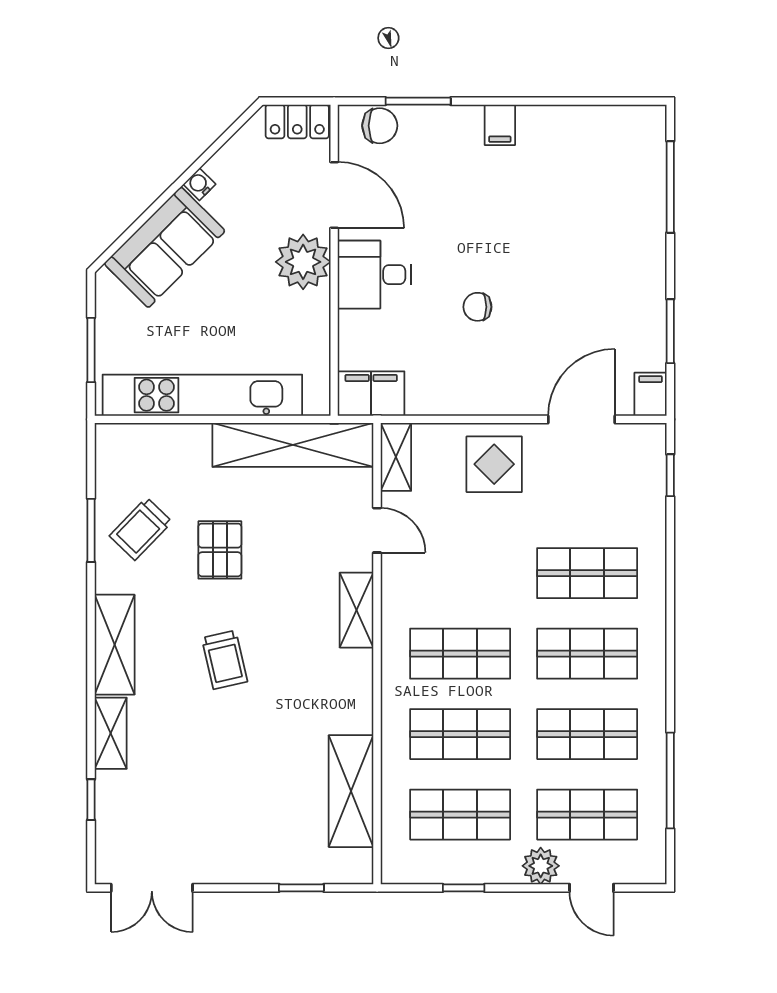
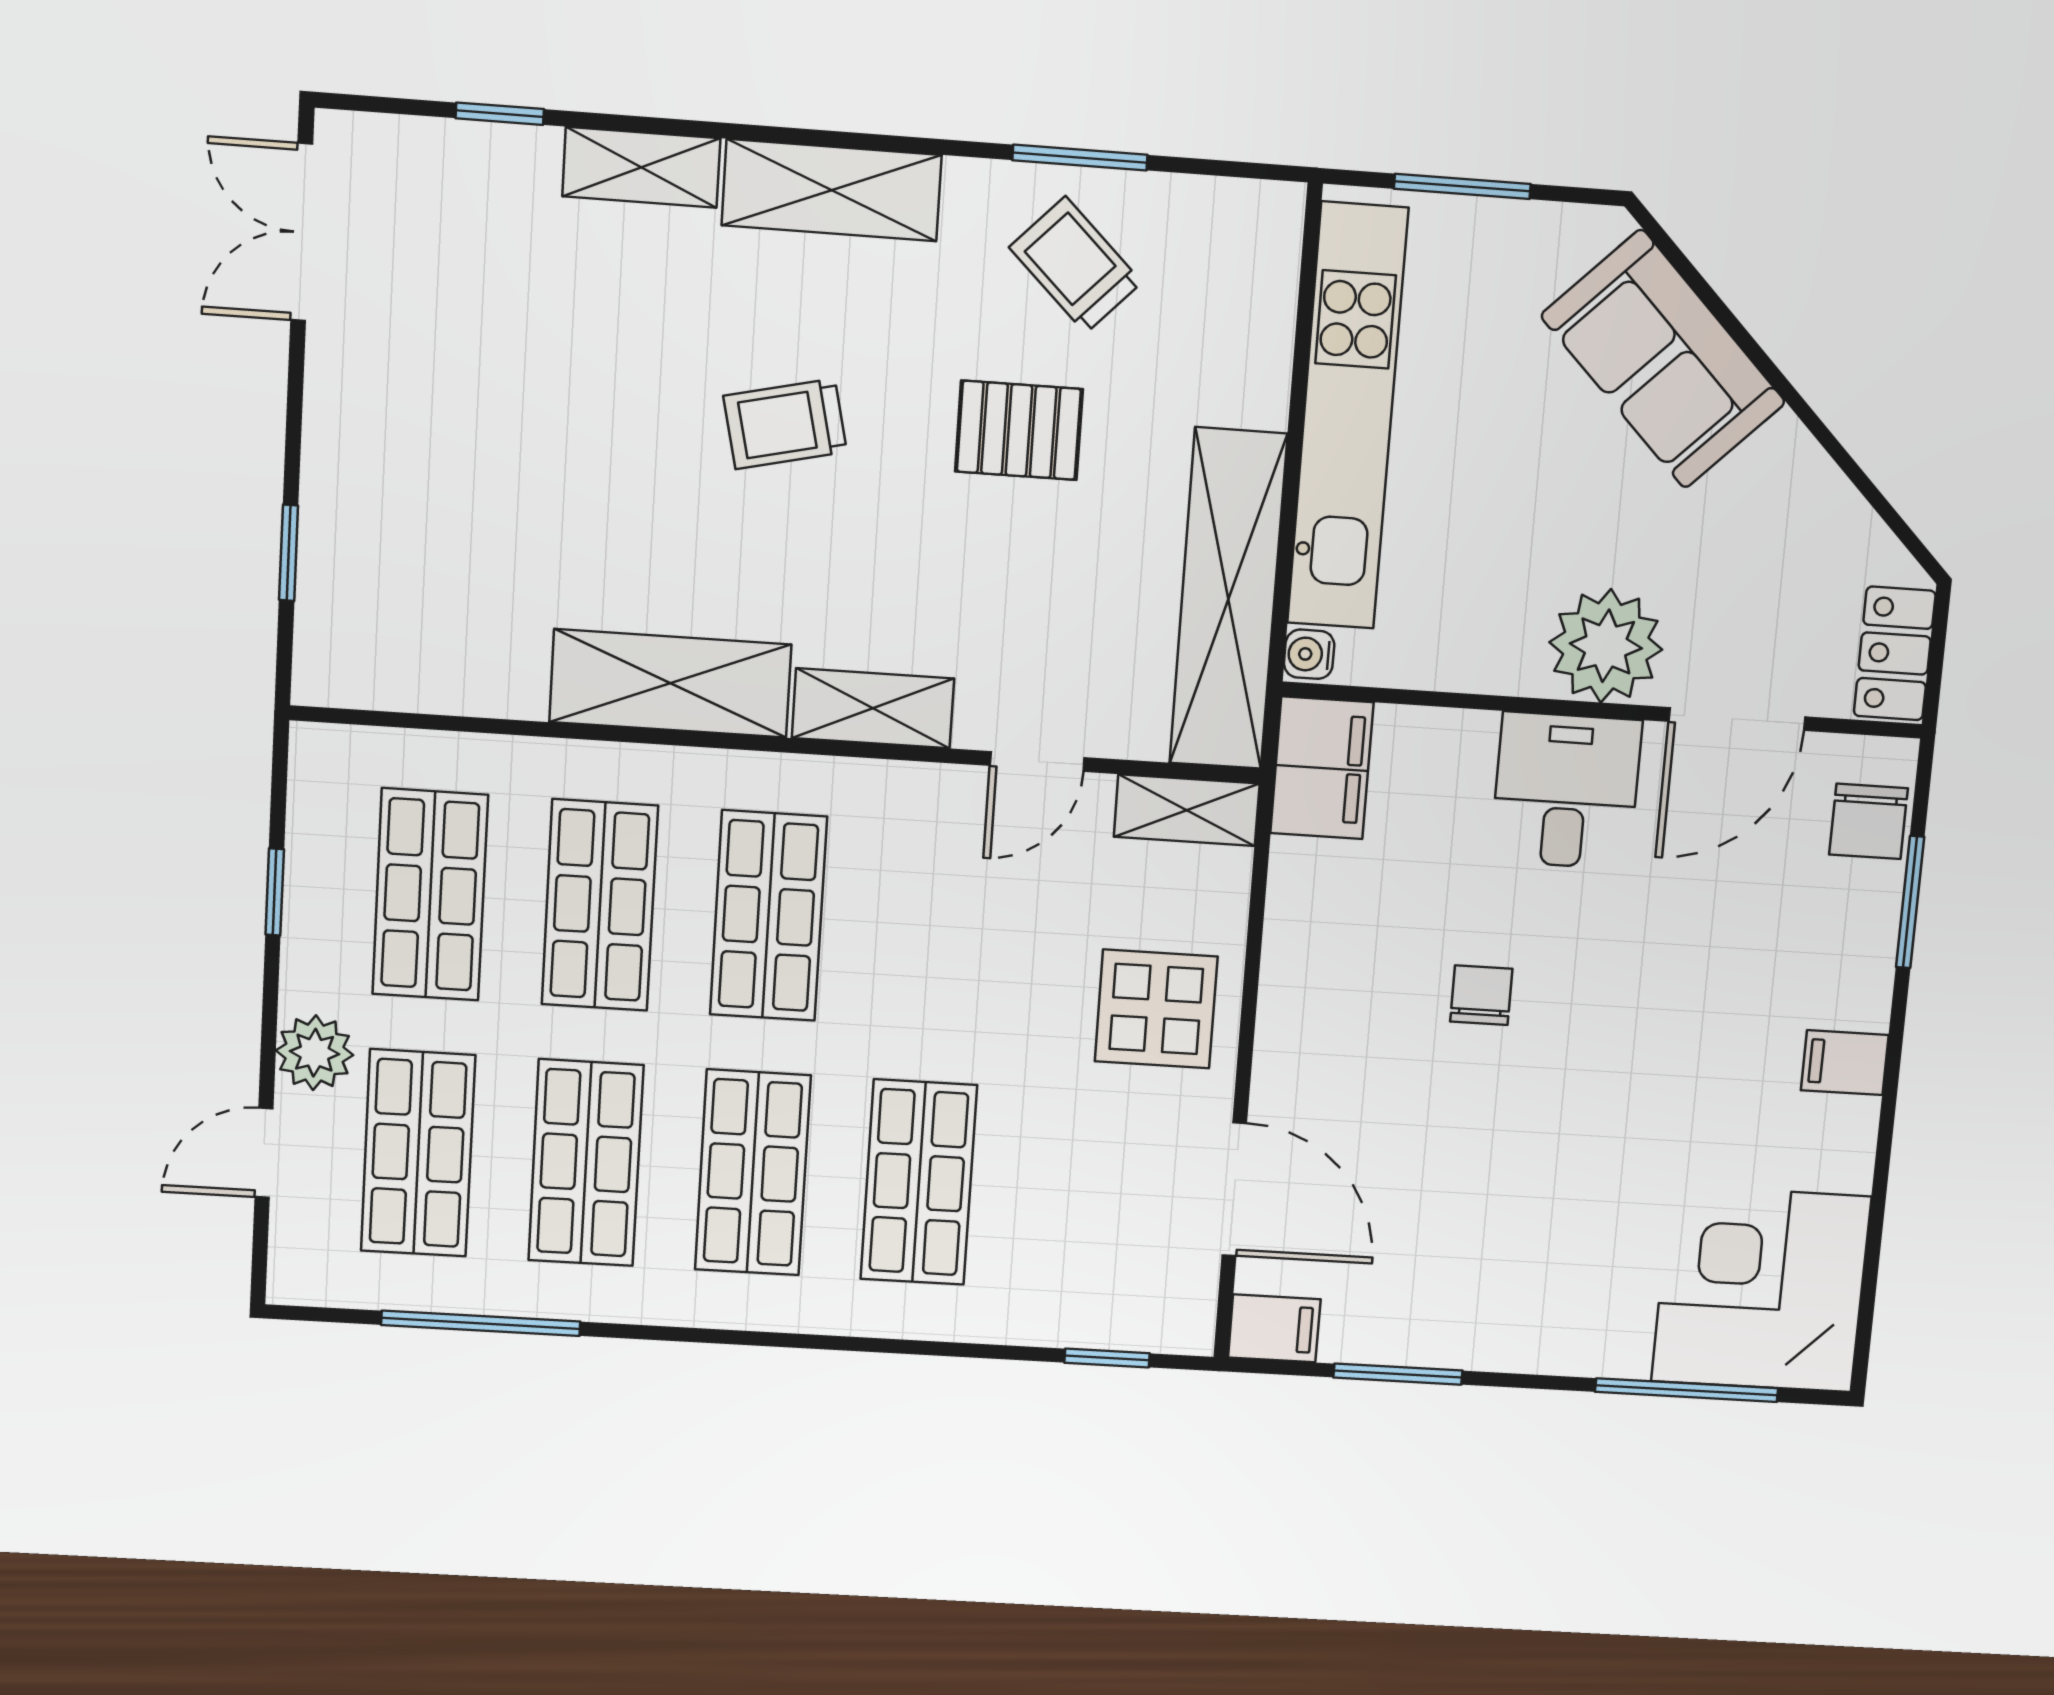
corner desk: (616, 155) -> (1761, 1289), added
water cooler: (199, 184) -> (1309, 654), moved, turned -135
shelving: (351, 791) -> (670, 683), moved

